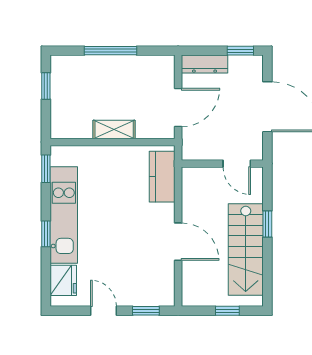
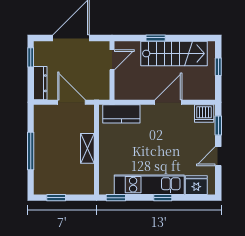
dishwasher: (163, 291) -> (204, 113), added

